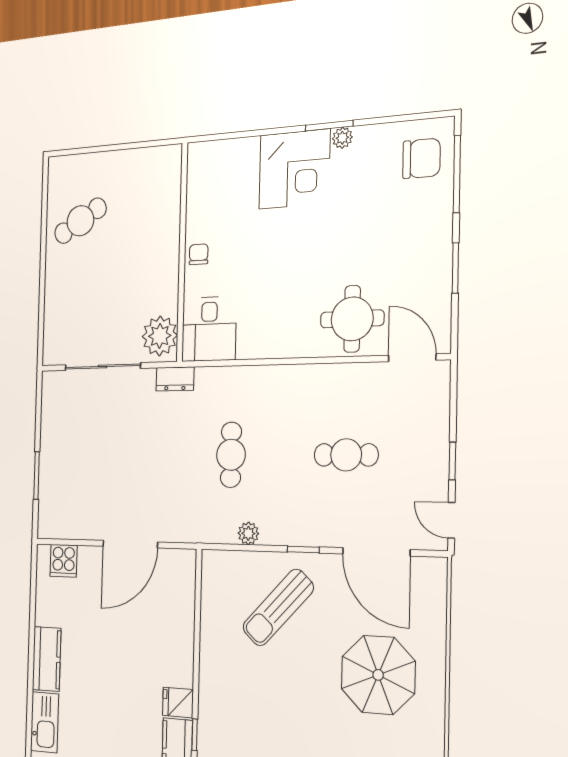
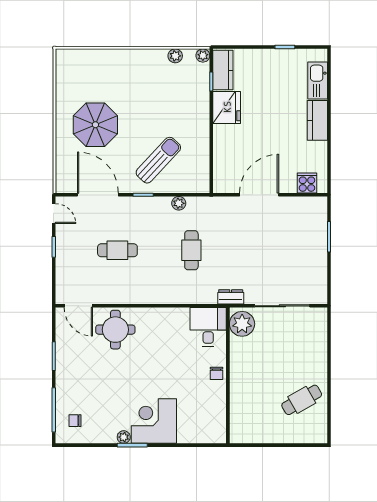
chair: (421, 158) -> (75, 421), width x0.54, depth x0.54
fridge: (178, 703) -> (227, 107), width x1.88, depth x1.34

